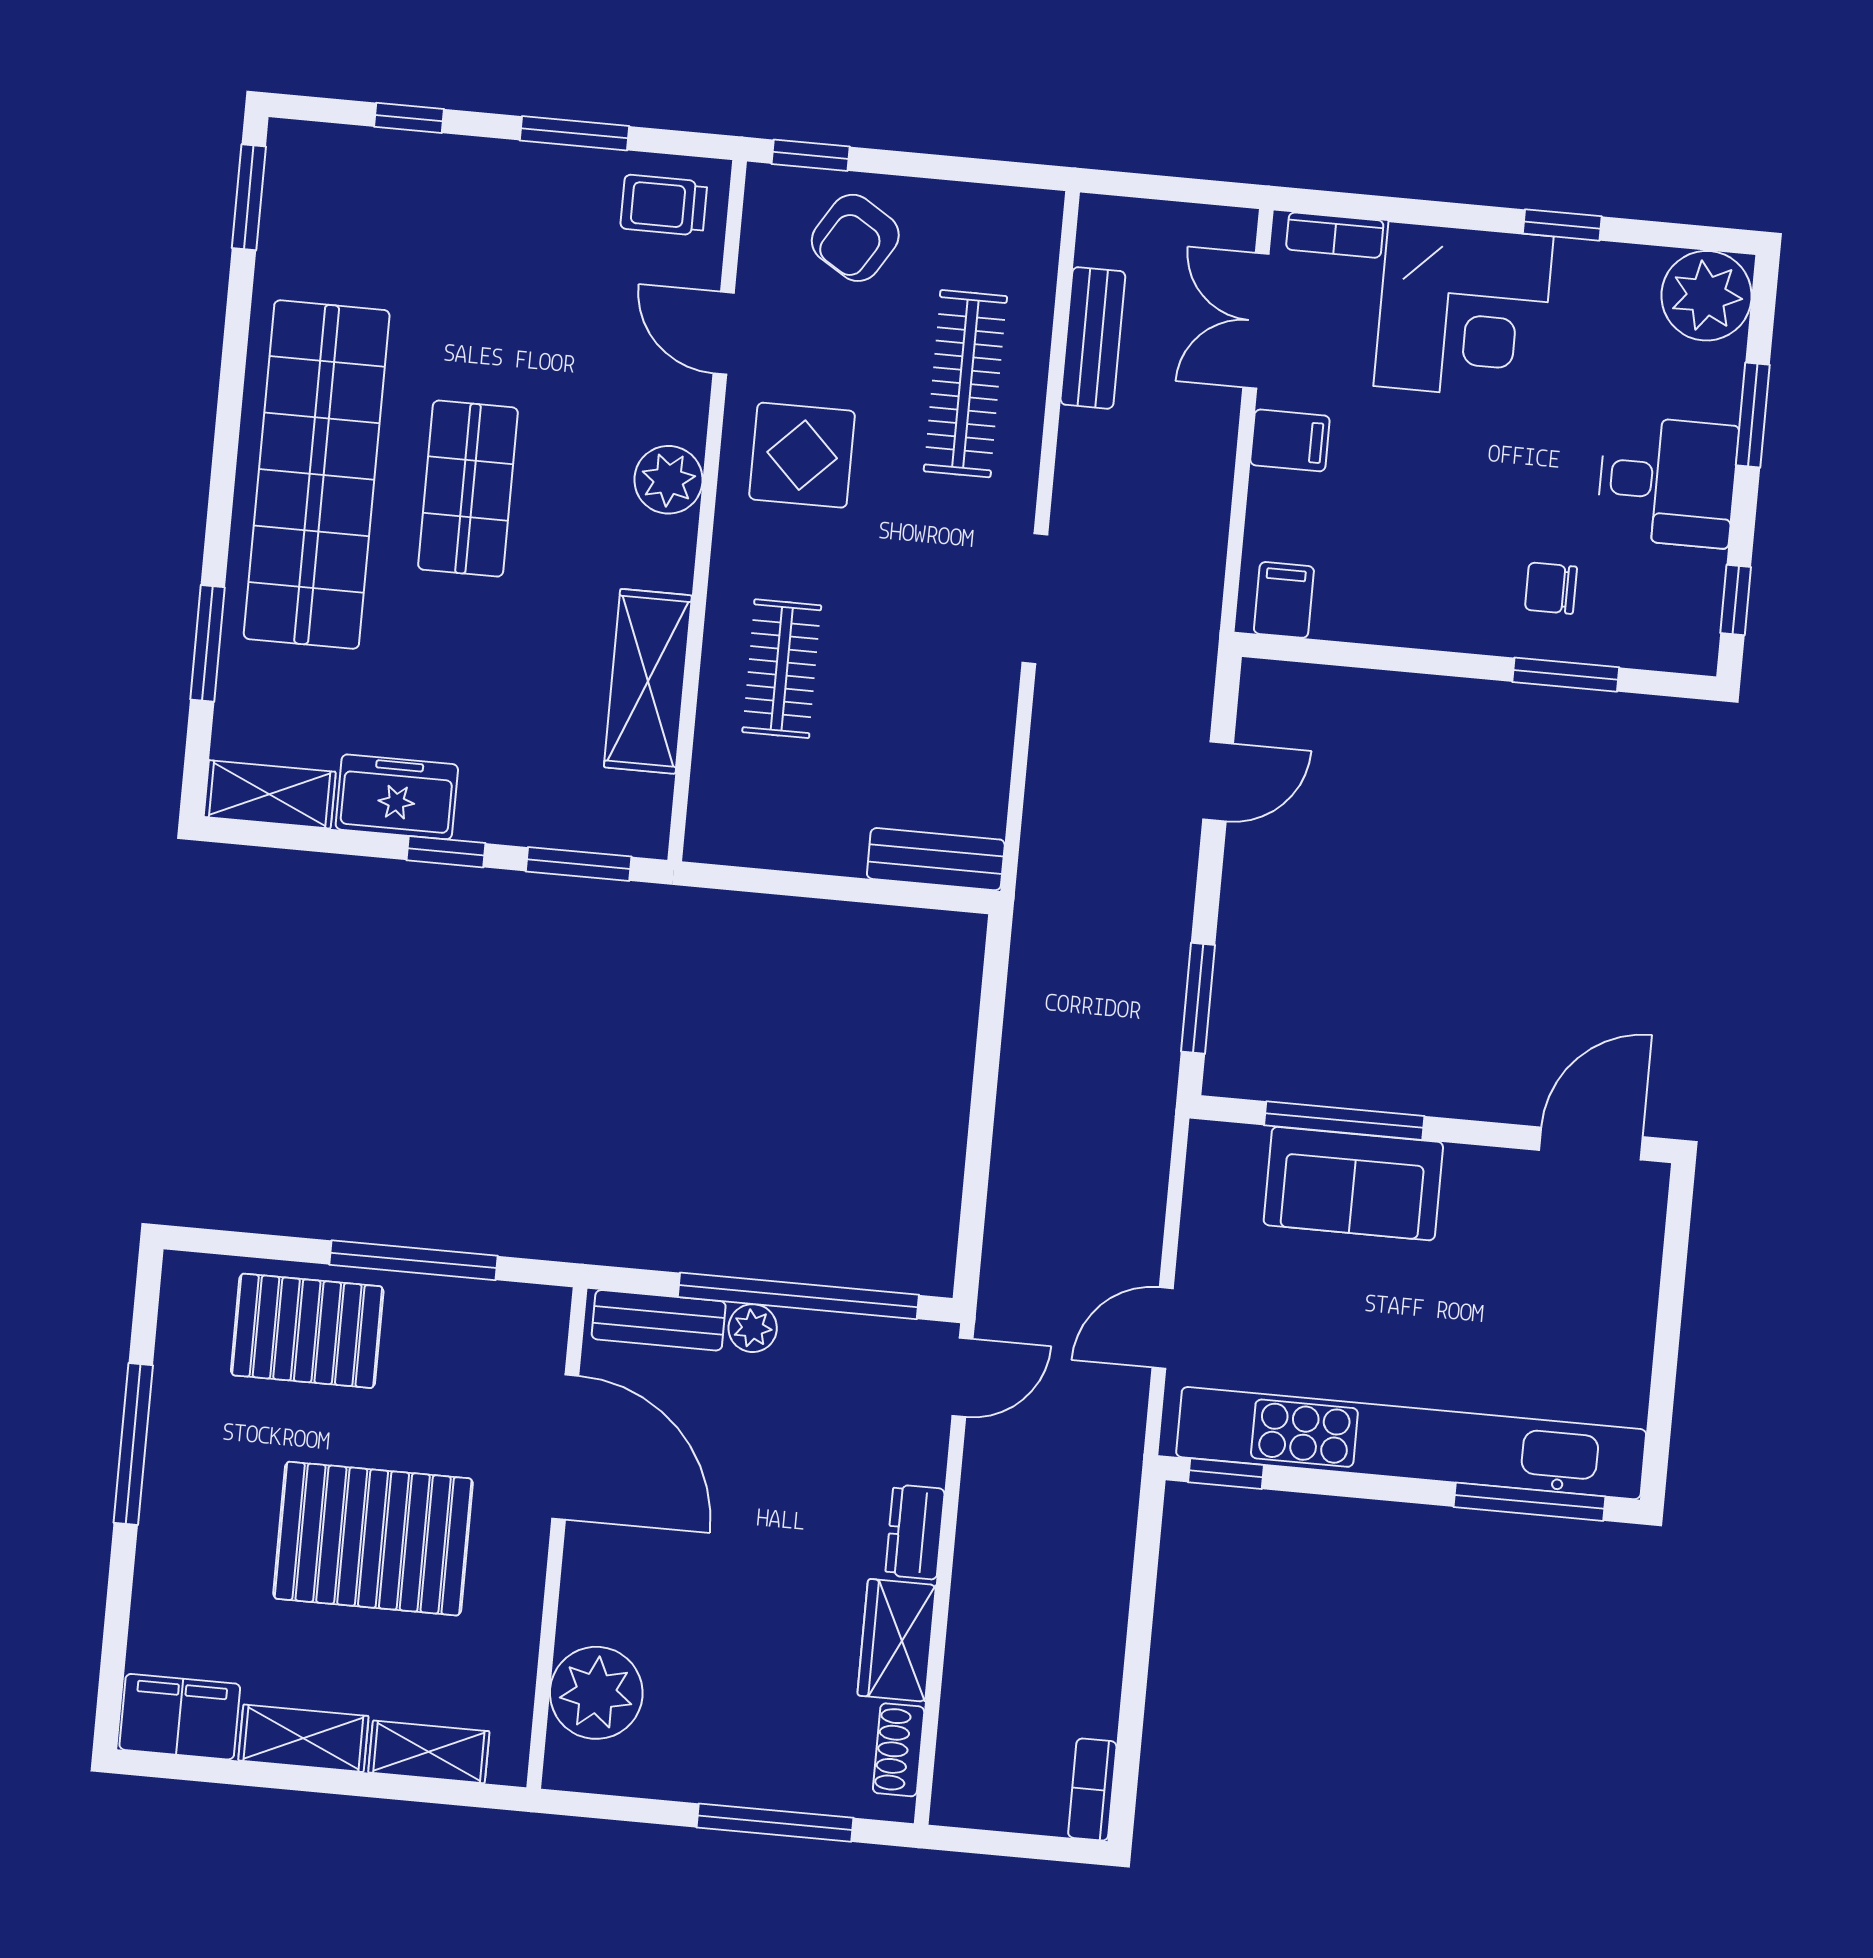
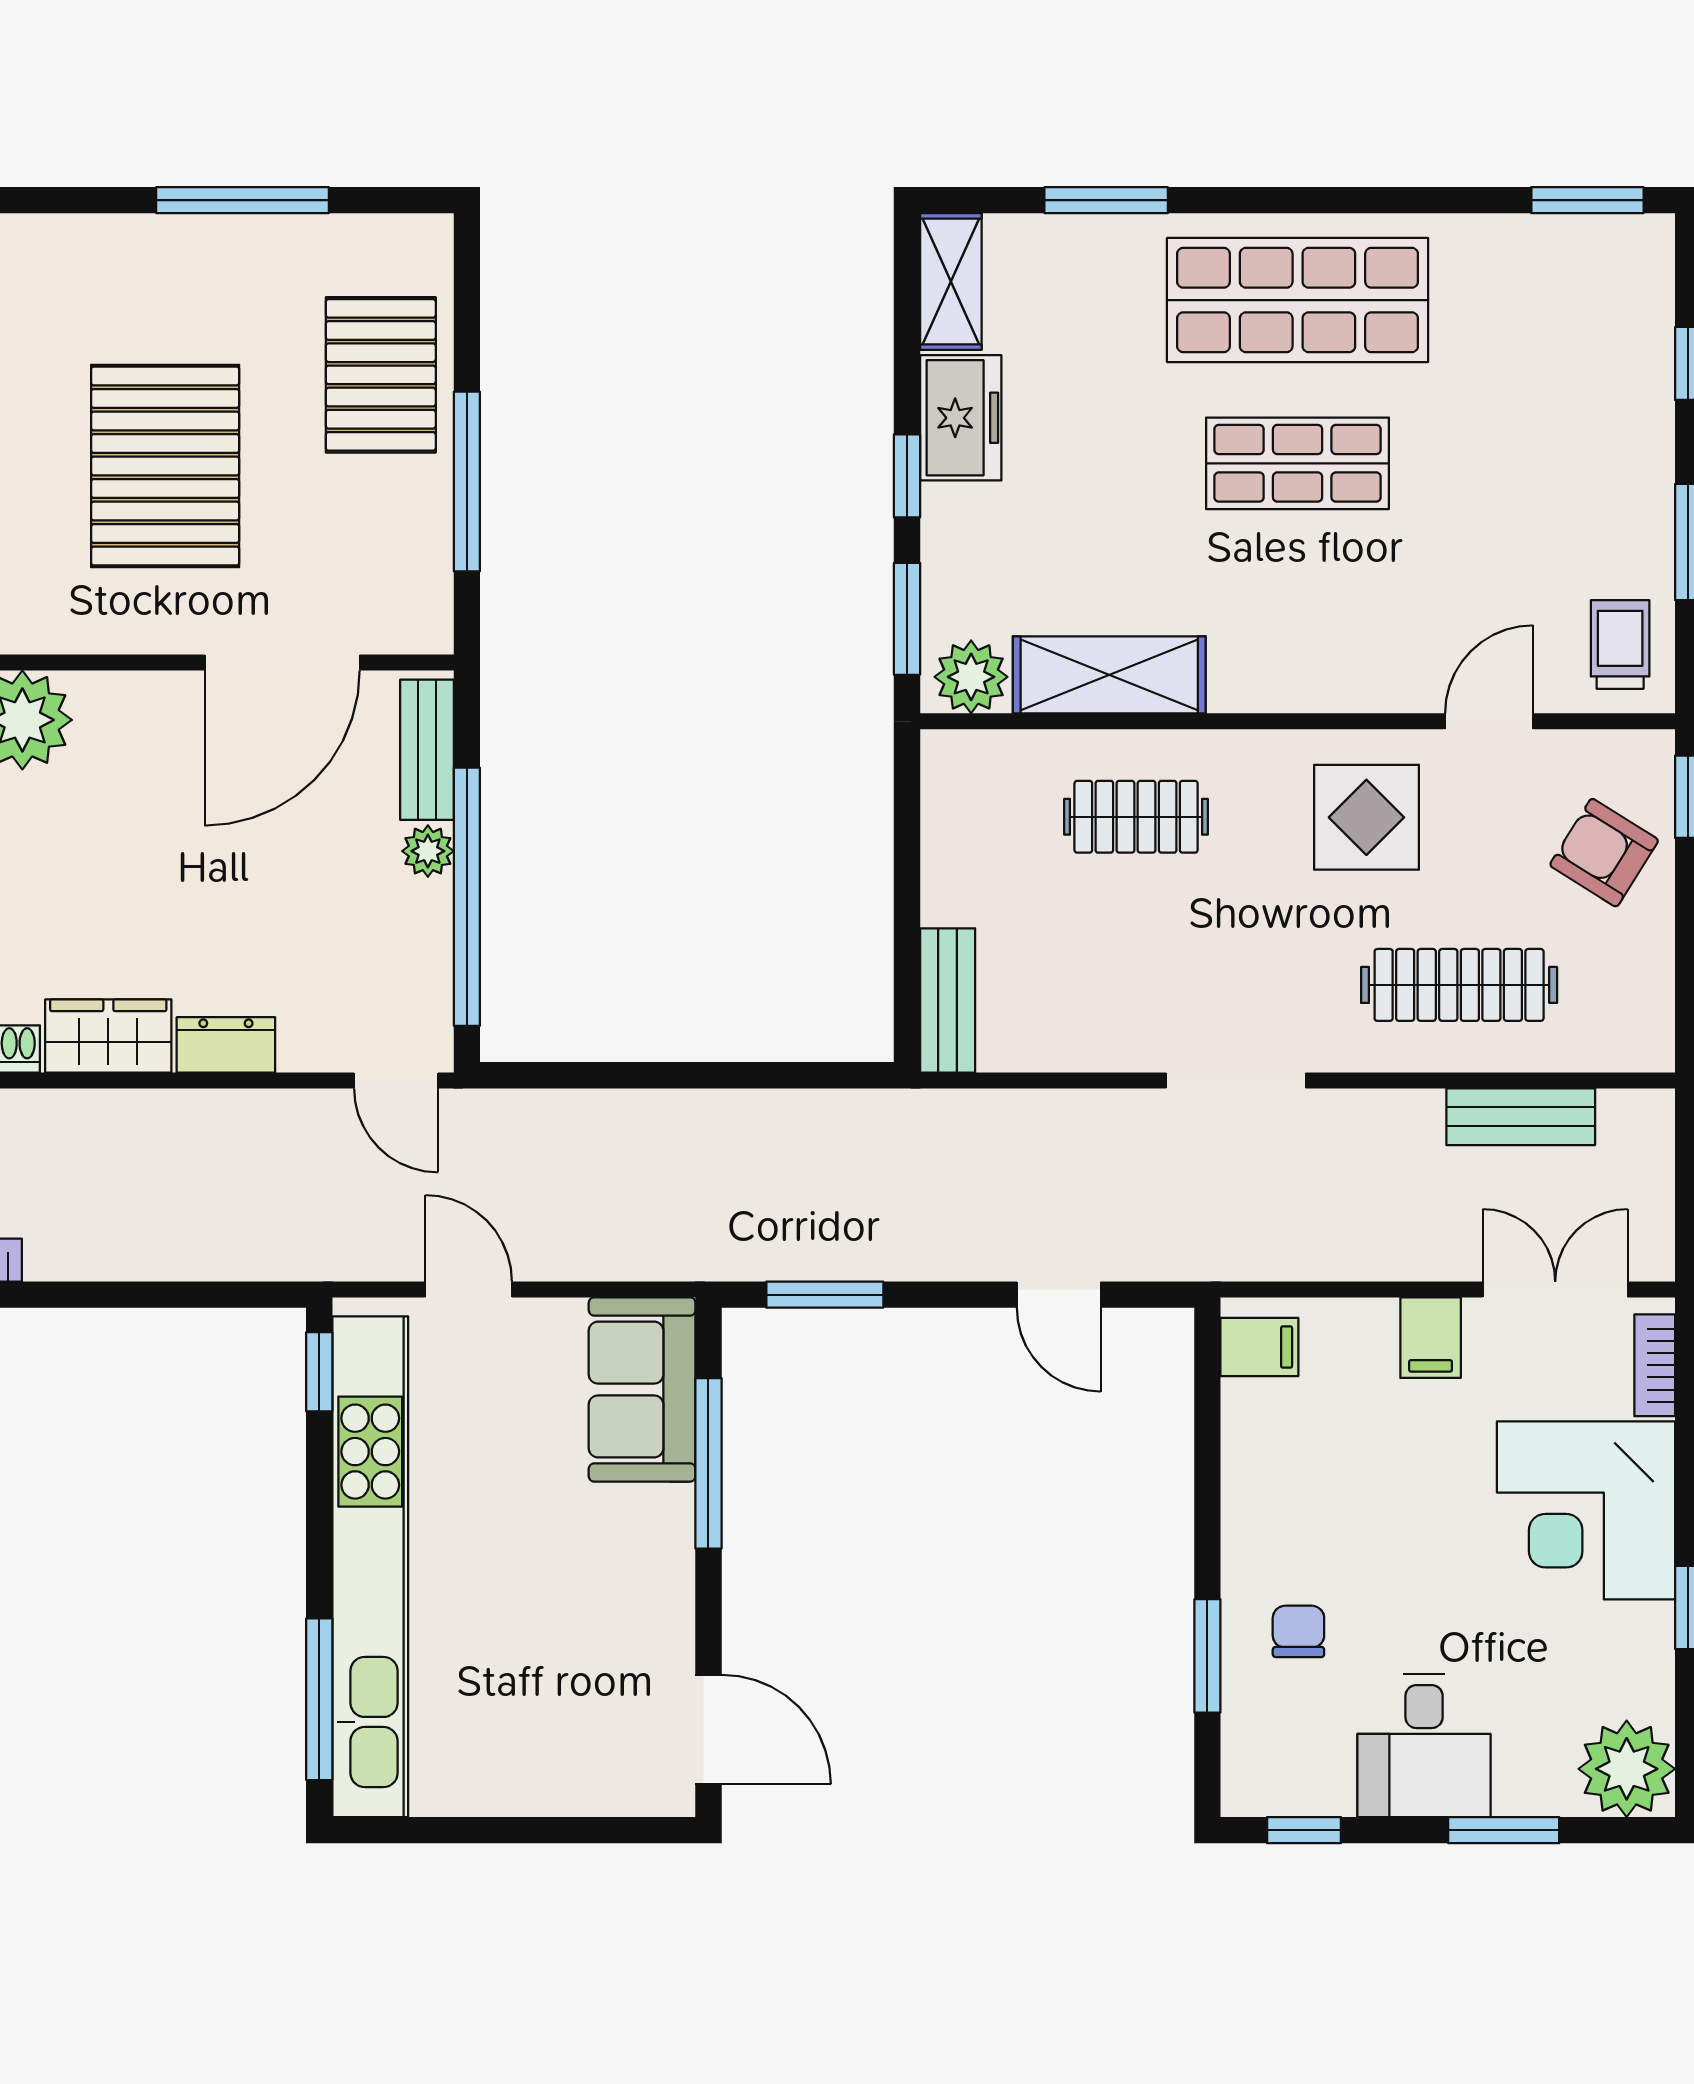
shop shelf: (317, 475) -> (1298, 300), width x0.71
plant: (668, 480) -> (971, 677), moved
sofa: (1353, 1184) -> (642, 1389), moved

